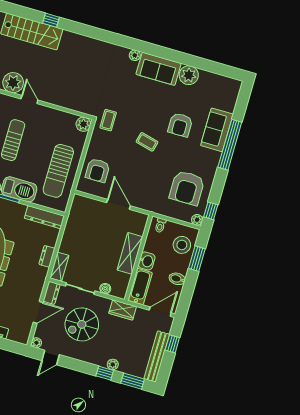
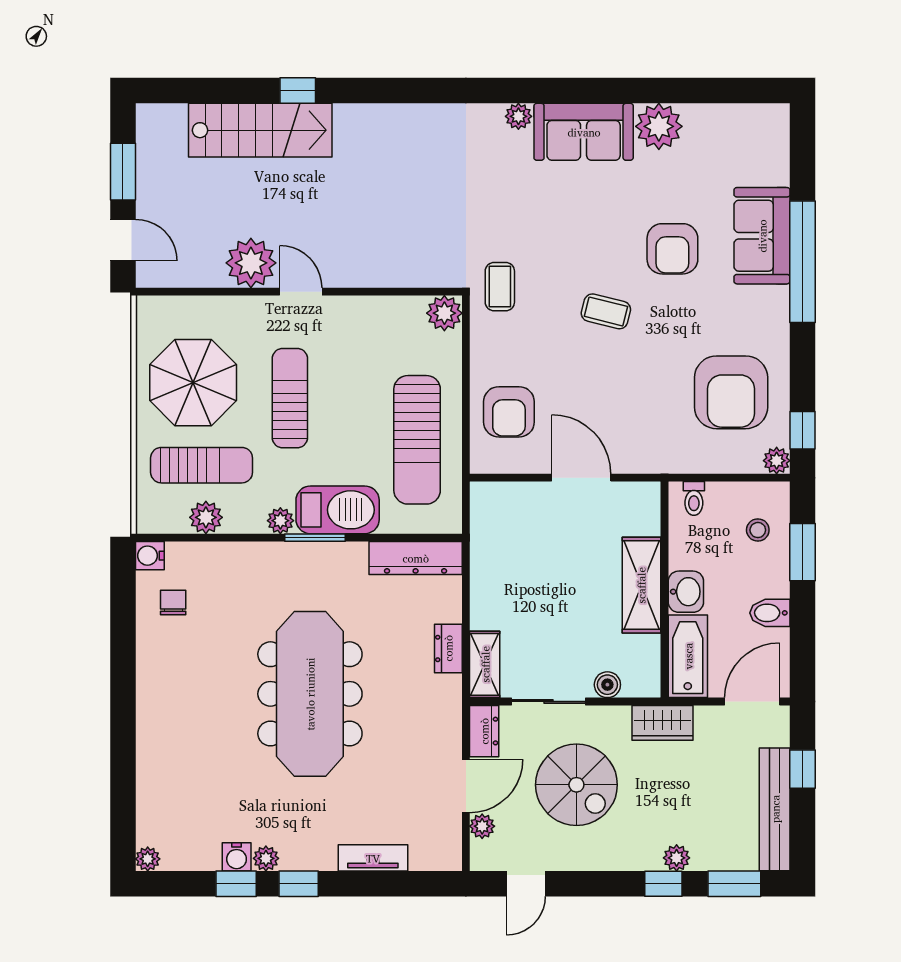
stool: (182, 245) -> (758, 530), width x0.53, depth x0.53
spiral stairs: (82, 324) -> (576, 785), turned -90
plant: (36, 343) -> (482, 826), moved

